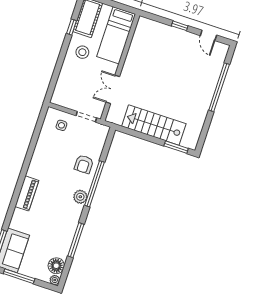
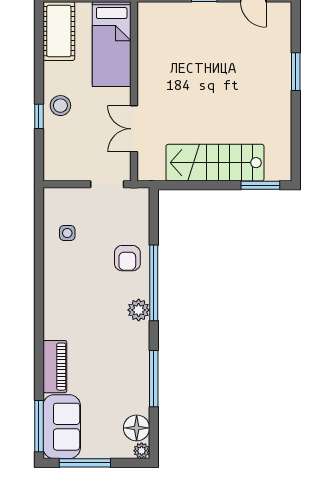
window: (72, 27) -> (39, 116), moved
stool: (82, 52) -> (60, 106), moved
window: (219, 87) -> (296, 72), width x0.47
side table: (61, 125) -> (67, 233), moved
piano: (27, 193) -> (55, 367), moved

